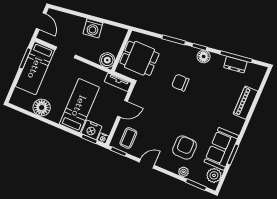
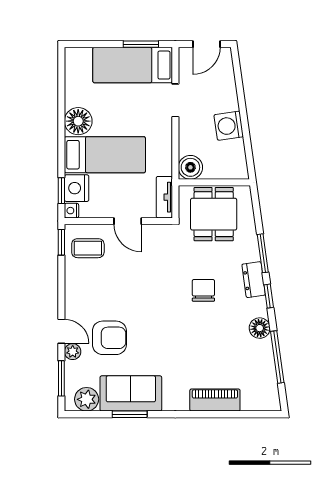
floor lamp: (204, 57) -> (260, 328), moved
dresser: (235, 65) -> (254, 280), moved
floor lamp: (42, 108) -> (78, 121), moved
door: (147, 164) -> (61, 331), moved

